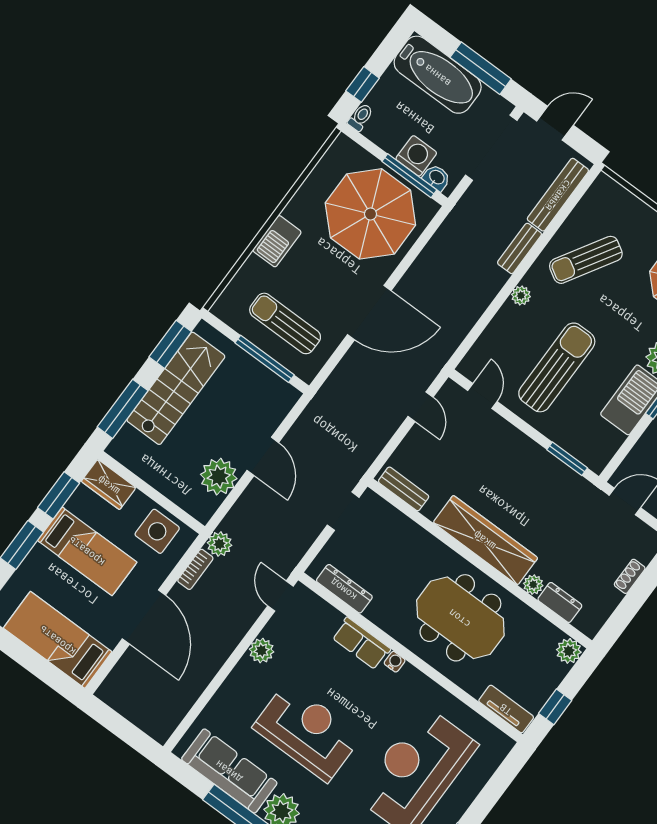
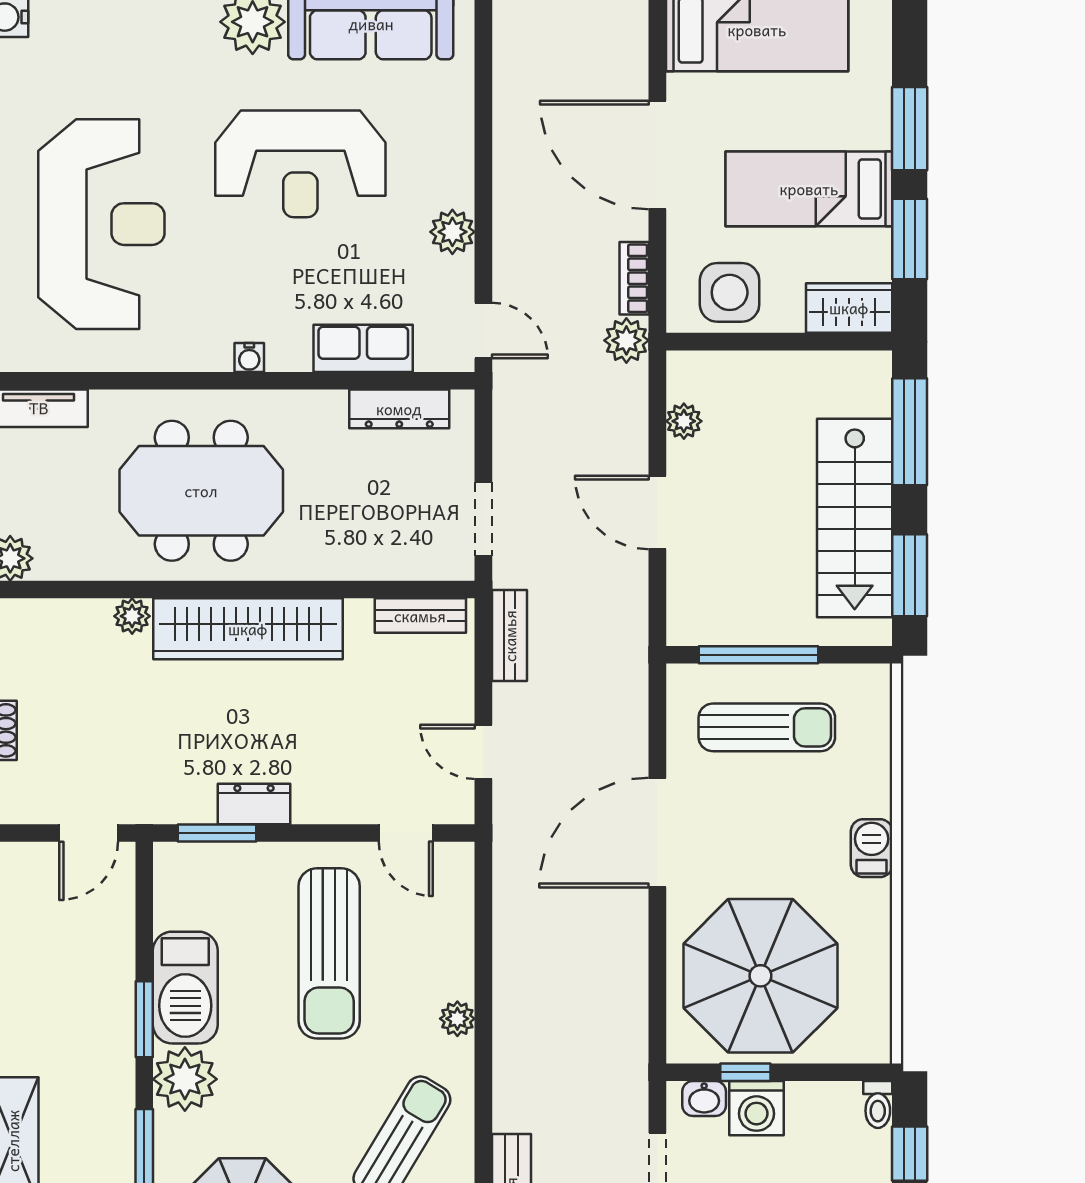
window: (409, 176) -> (745, 1072), width x0.46
barbecue: (277, 241) -> (872, 848), width x0.73, depth x0.79
bench: (519, 248) -> (510, 636), moved
plant: (219, 477) -> (684, 421), width x0.53, depth x0.53
dresser: (560, 602) -> (254, 804), moved, turned 180
row of seats: (361, 643) -> (363, 348), moved

